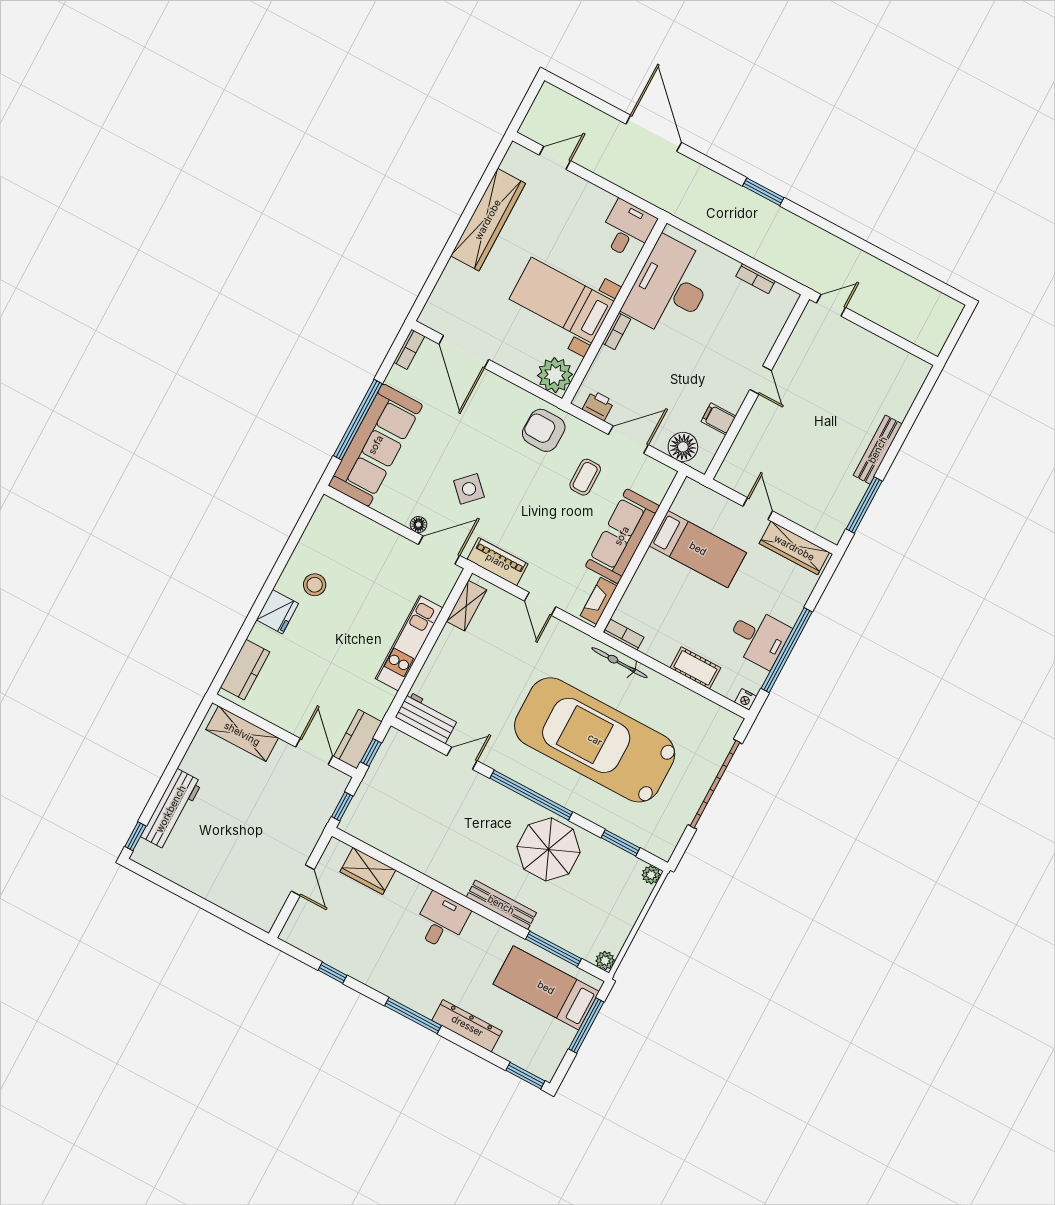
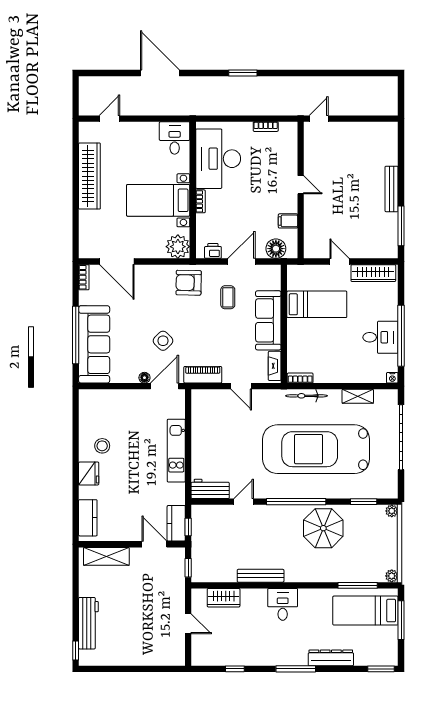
shelving: (466, 606) -> (358, 396), moved, turned 90
cot: (695, 668) -> (353, 375), removed
bench: (501, 905) -> (261, 576), moved

